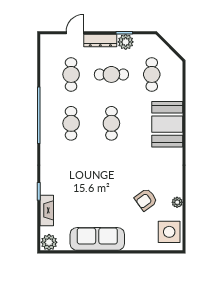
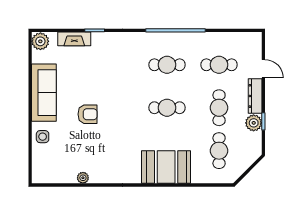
cafe table: (152, 74) -> (219, 151), turned 90
armchair: (146, 200) -> (88, 114), moved, turned 126
side table: (169, 232) -> (43, 137), moved, width x0.54, depth x0.54

